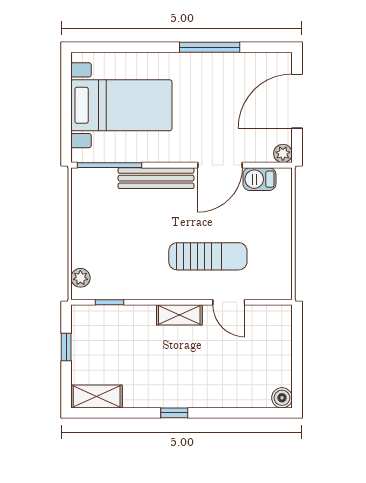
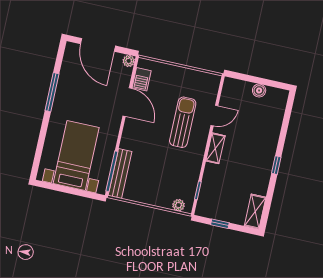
bench: (156, 178) -> (120, 174), moved
boiler: (282, 398) -> (259, 90), moved

